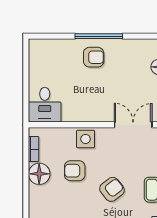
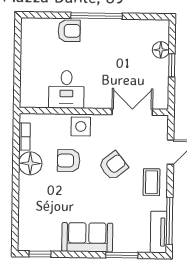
armchair: (94, 57) -> (69, 31), moved
desk: (45, 105) -> (66, 89), moved
armchair: (112, 189) -> (113, 166), moved

